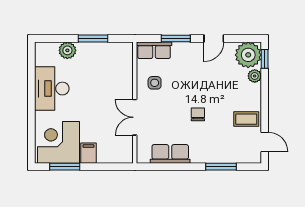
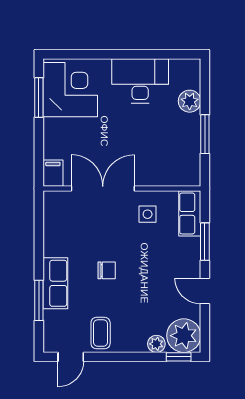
double door: (135, 117) -> (103, 189), width x1.37
filing cabinet: (88, 153) -> (53, 173), moved, turned -90
row of seats: (170, 154) -> (55, 283), moved

